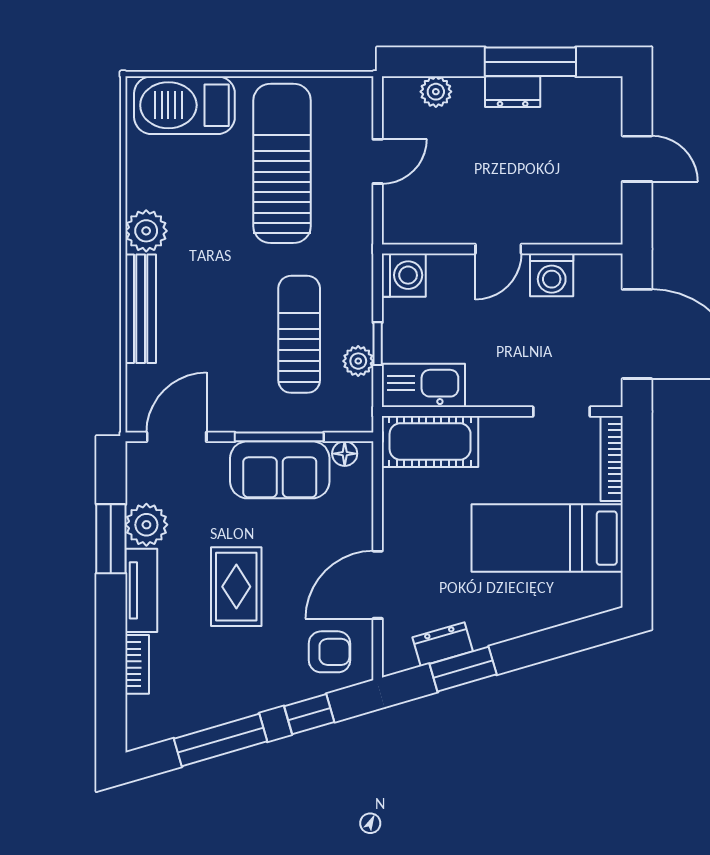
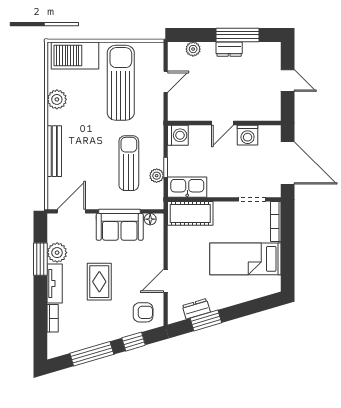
plant: (146, 231) -> (57, 99), moved
door: (378, 585) -> (166, 281), width x0.73

